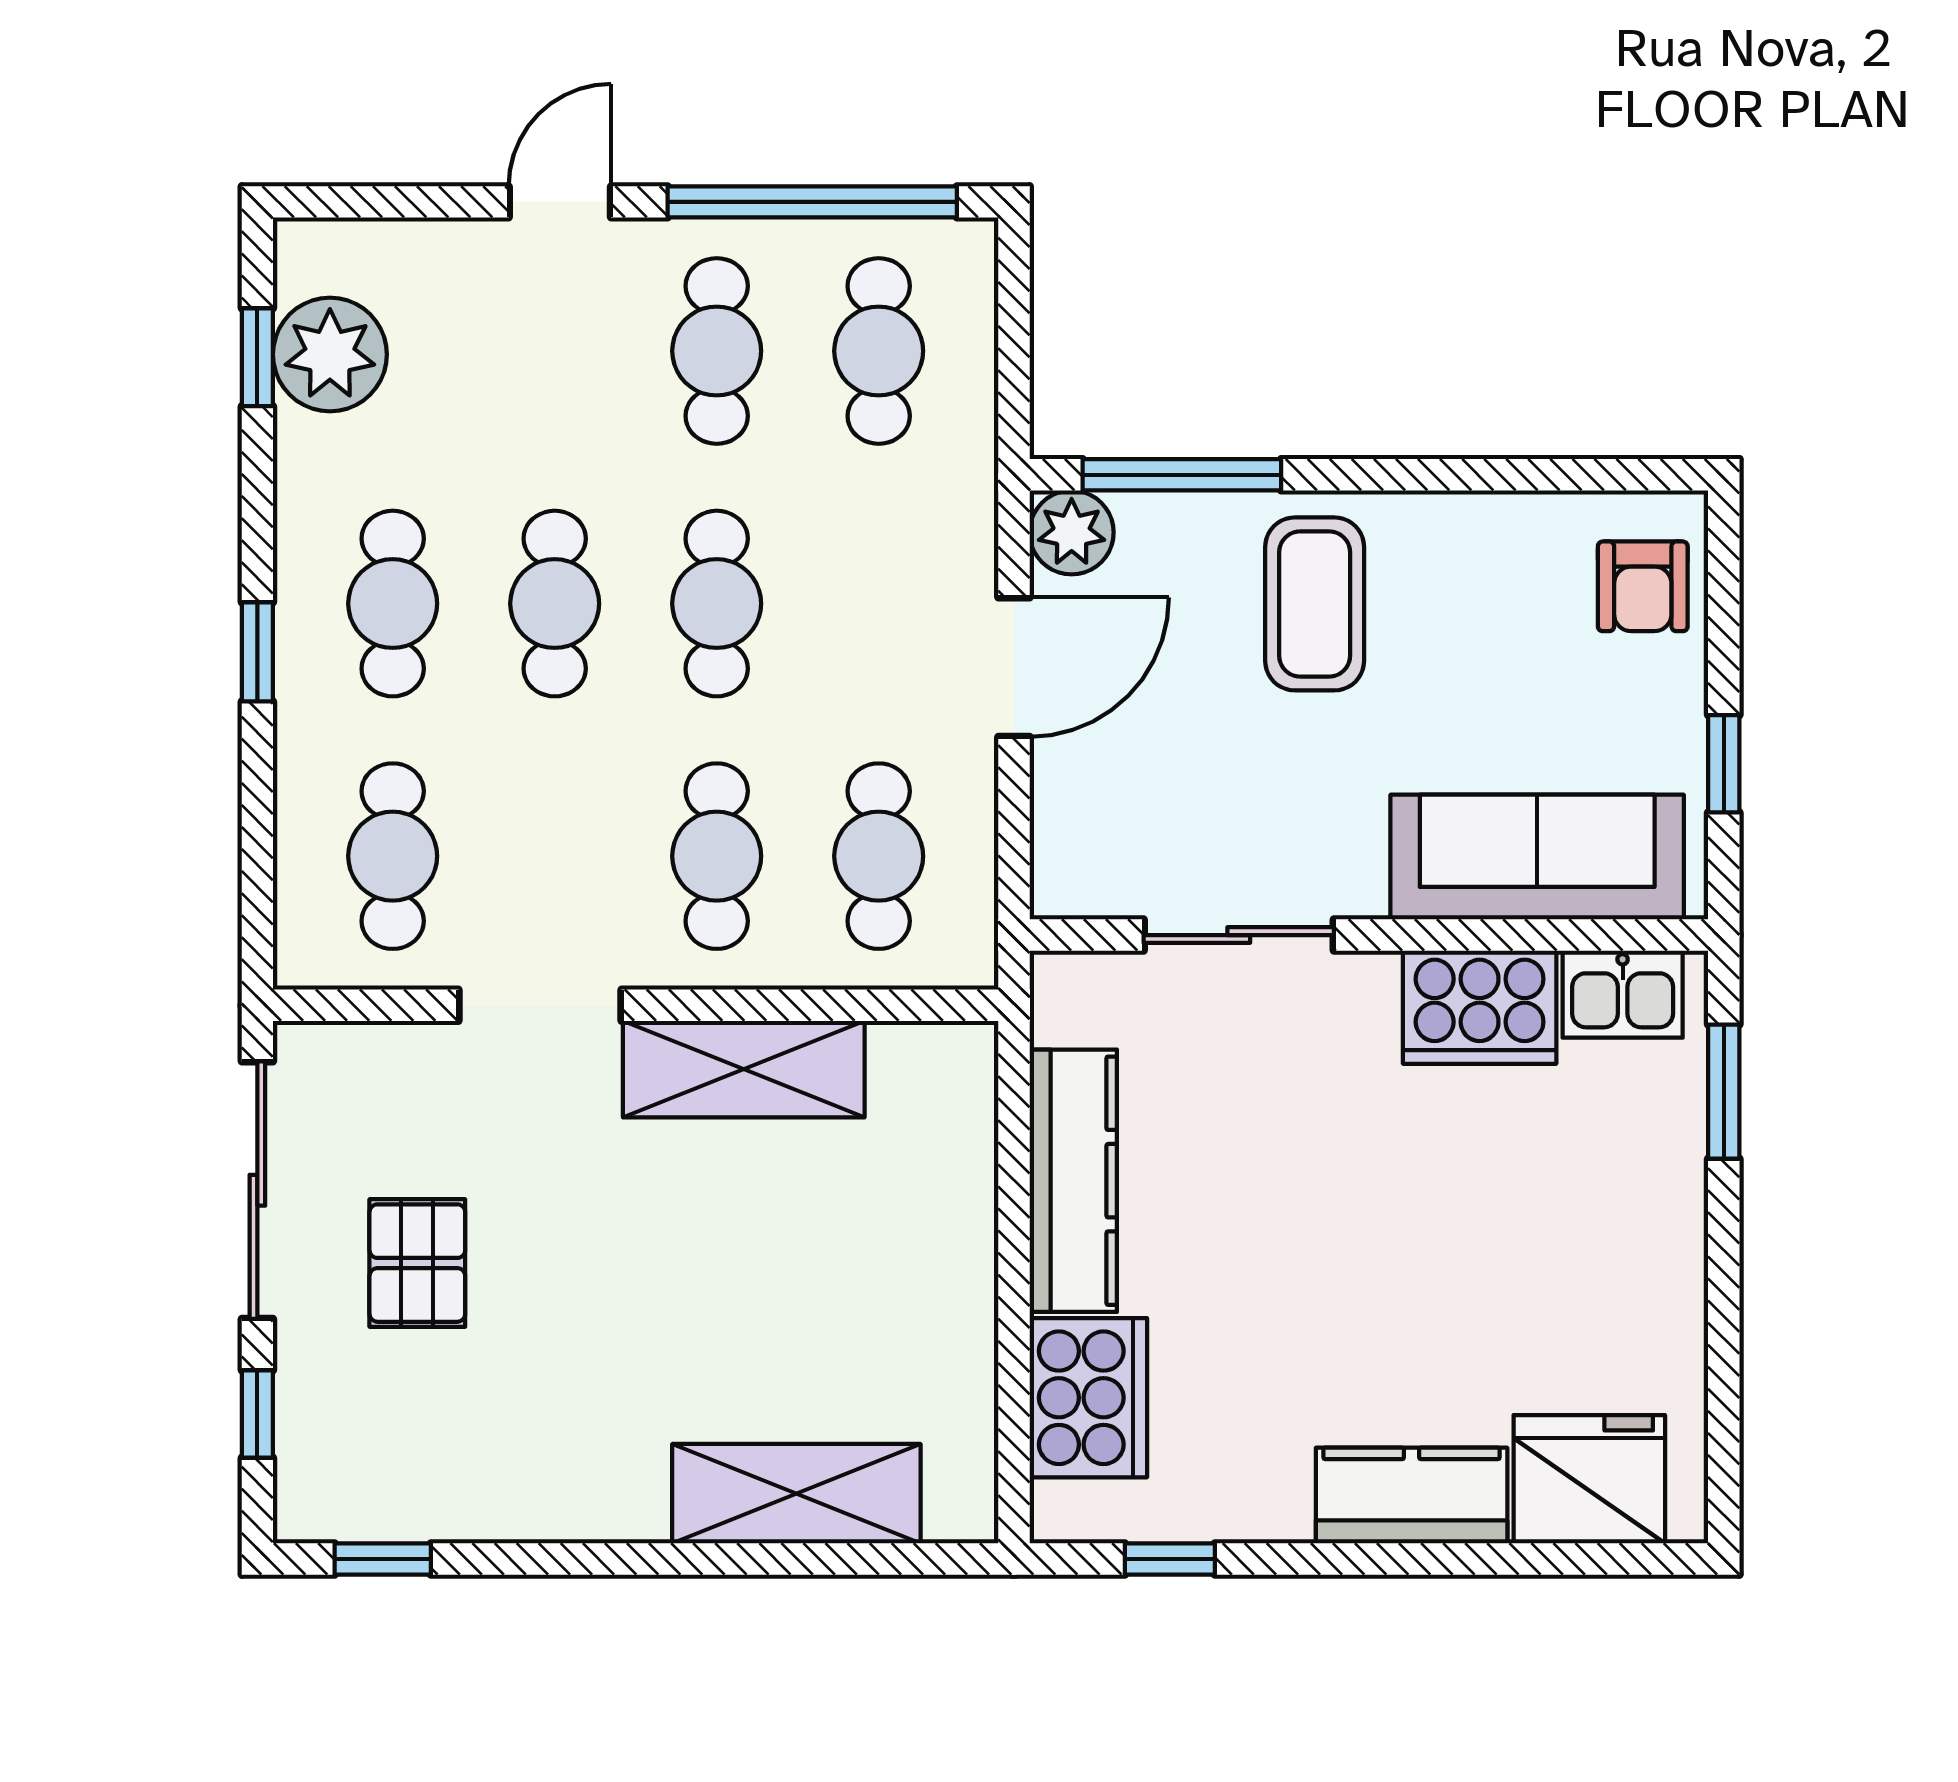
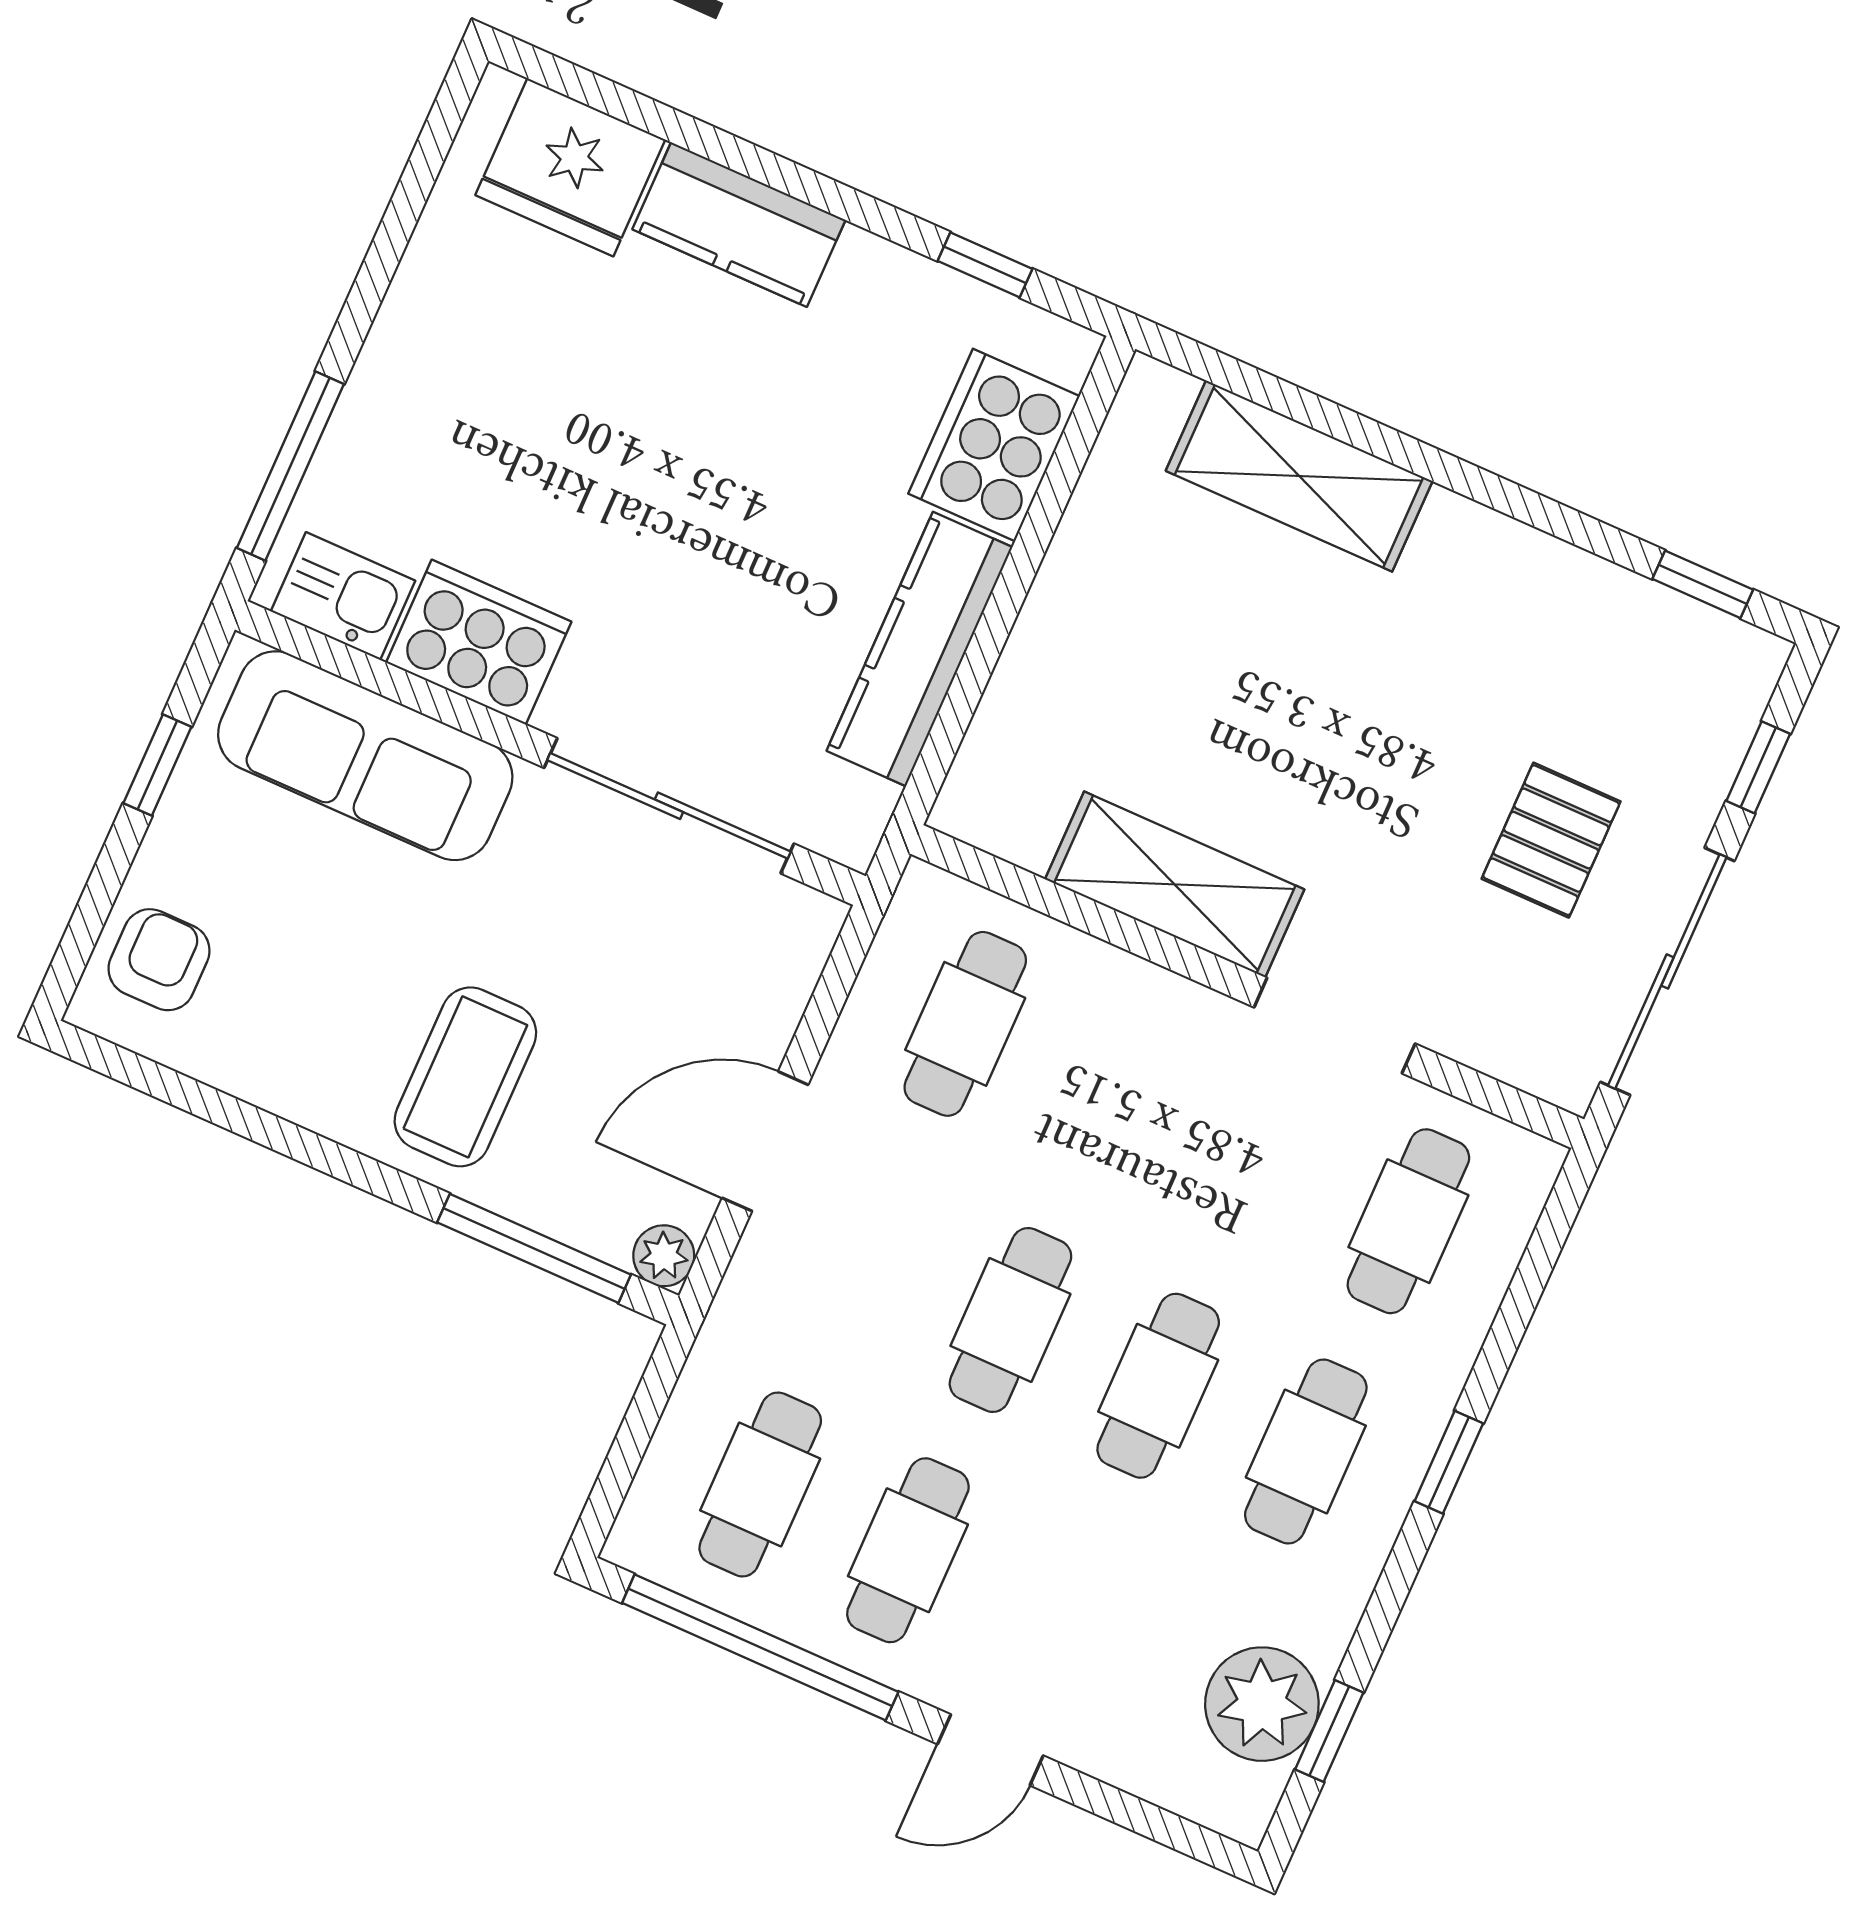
plant: (1072, 532) -> (664, 1256), width x0.73, depth x0.73
cafe table: (717, 856) -> (1113, 1090), removed
sliding door: (1239, 935) -> (669, 806), width x1.37
window: (1724, 1092) -> (290, 466), width x1.44

